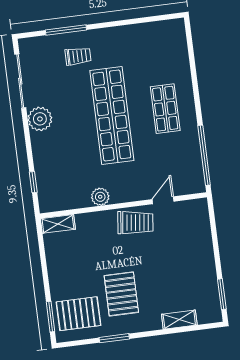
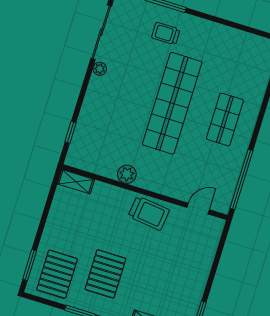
trolley: (78, 56) -> (166, 34), turned 180
plant: (40, 119) -> (100, 69), width x0.53, depth x0.53
door: (163, 200) -> (198, 209), moved
pallet: (78, 314) -> (57, 274), turned 90

